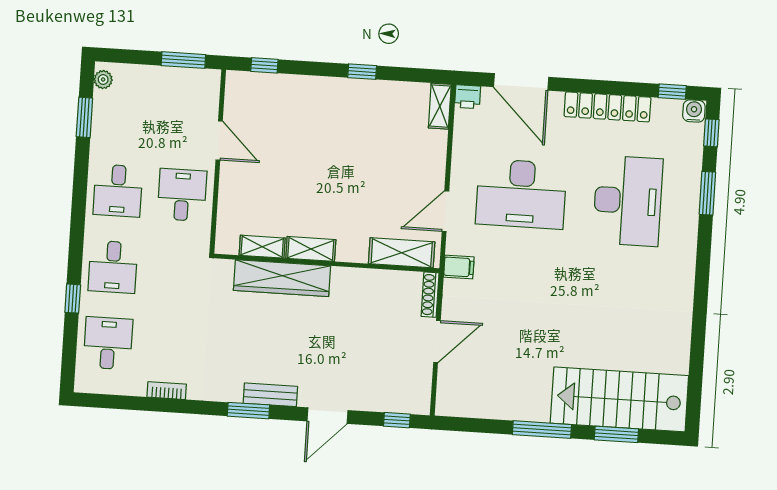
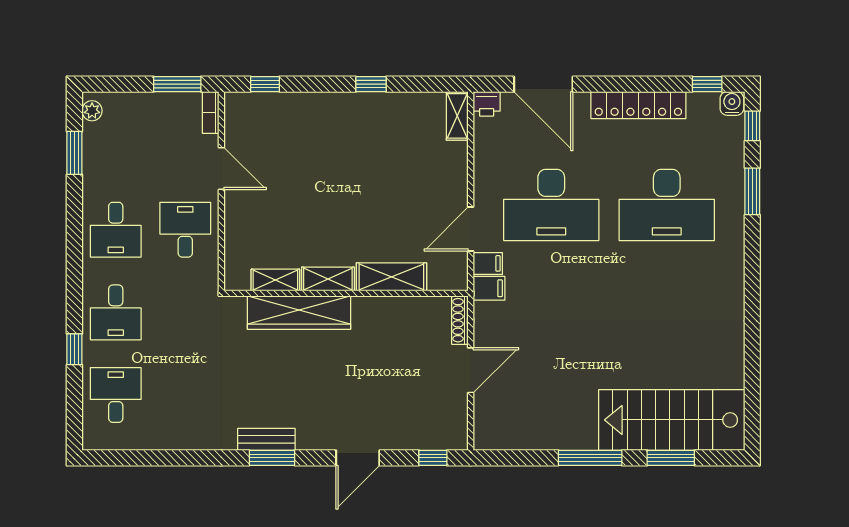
desk: (628, 201) -> (667, 205), turned 90
filing cabinet: (459, 244) -> (488, 263), added
shelving: (402, 253) -> (391, 277), moved
bookcase: (167, 391) -> (211, 112), moved, turned -90
bench: (270, 395) -> (266, 439), moved

